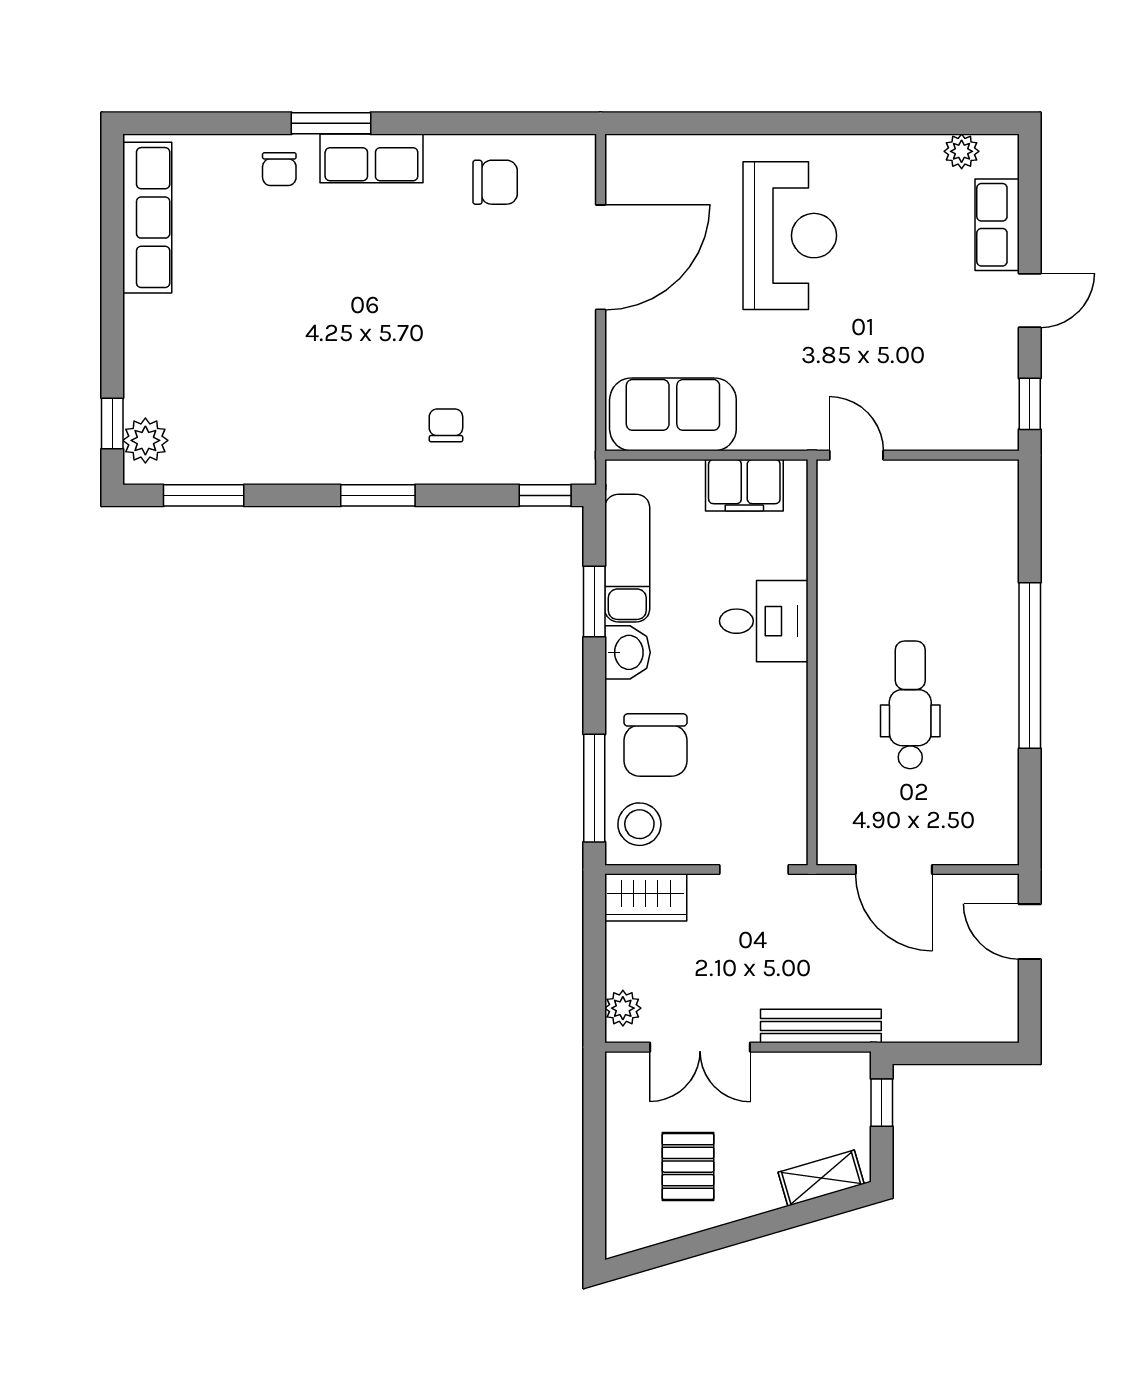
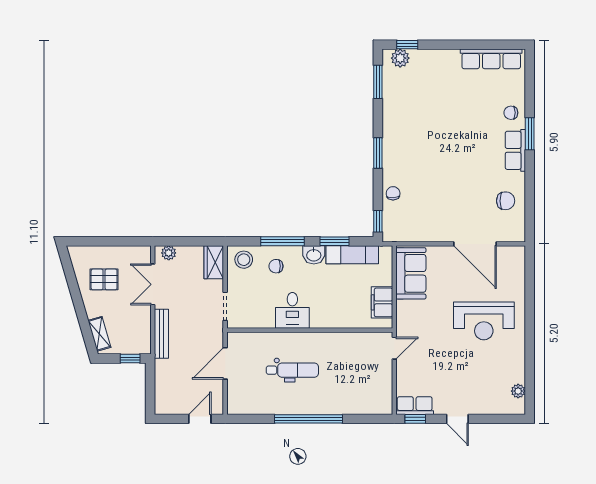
chair: (495, 182) -> (506, 201), turned -90
row of seats: (997, 225) -> (415, 406), moved
chair: (446, 425) -> (393, 193), moved, turned -93
desk: (764, 621) -> (292, 310), moved
chair: (655, 745) -> (276, 266), width x0.54, depth x0.54
window: (594, 788) -> (283, 241), moved

